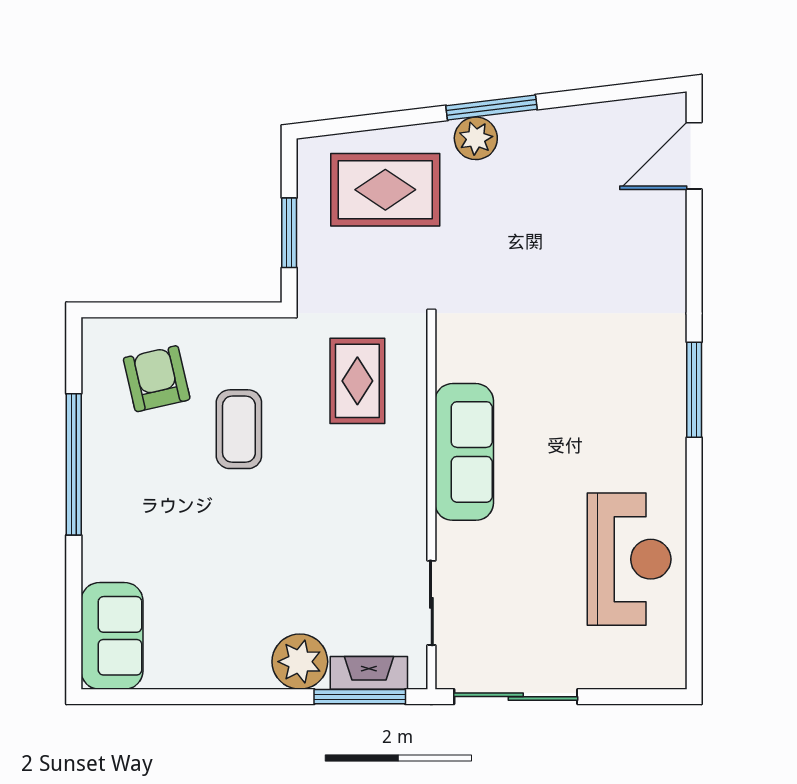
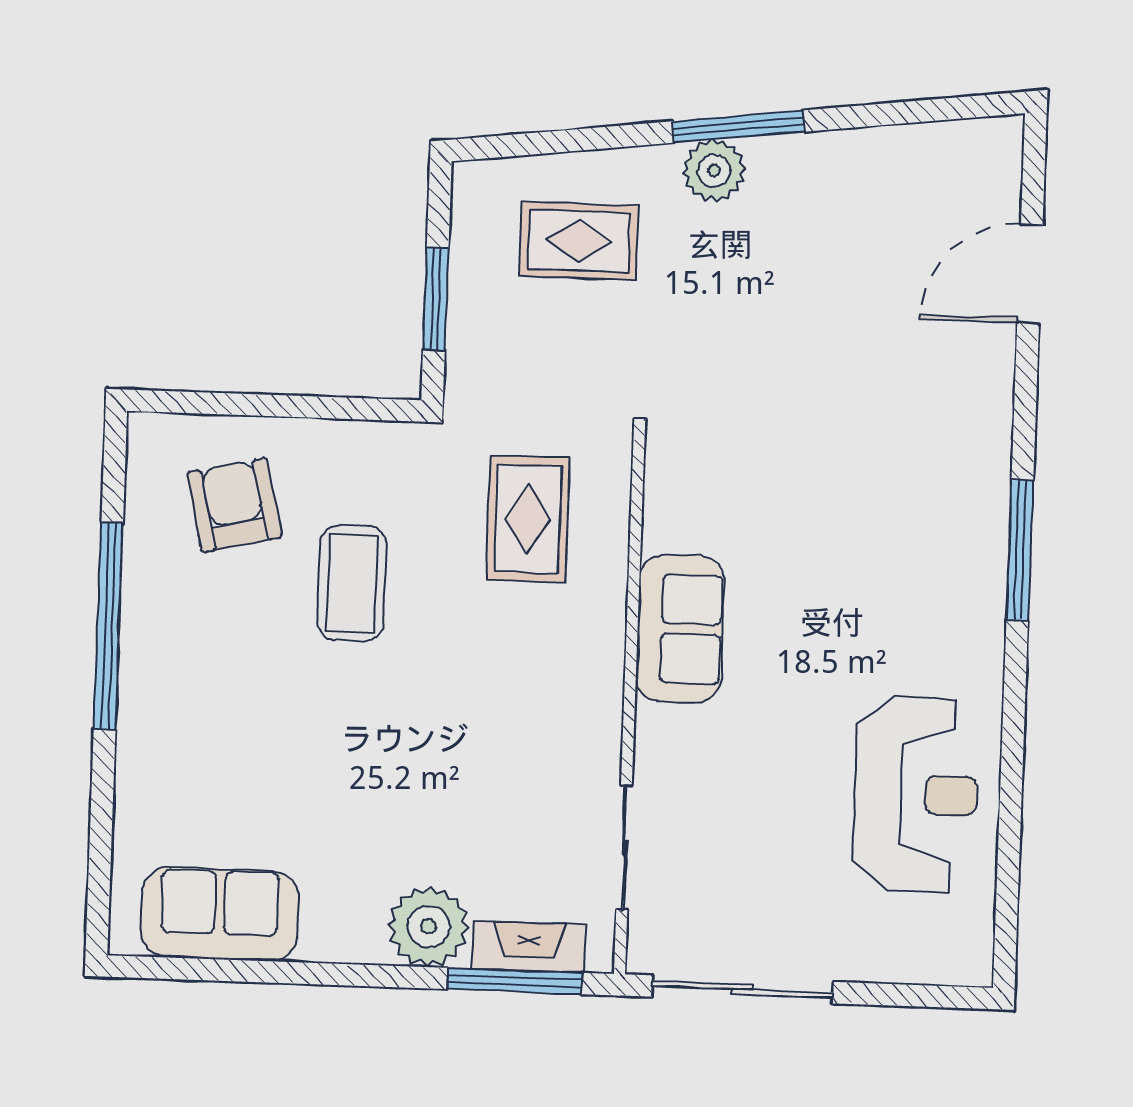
door: (694, 156) -> (1030, 274), moved
rug: (385, 190) -> (579, 241), width x0.73, depth x0.70
sofa: (464, 452) -> (680, 629), width x0.73
sofa: (112, 636) -> (220, 914), moved, turned -90

